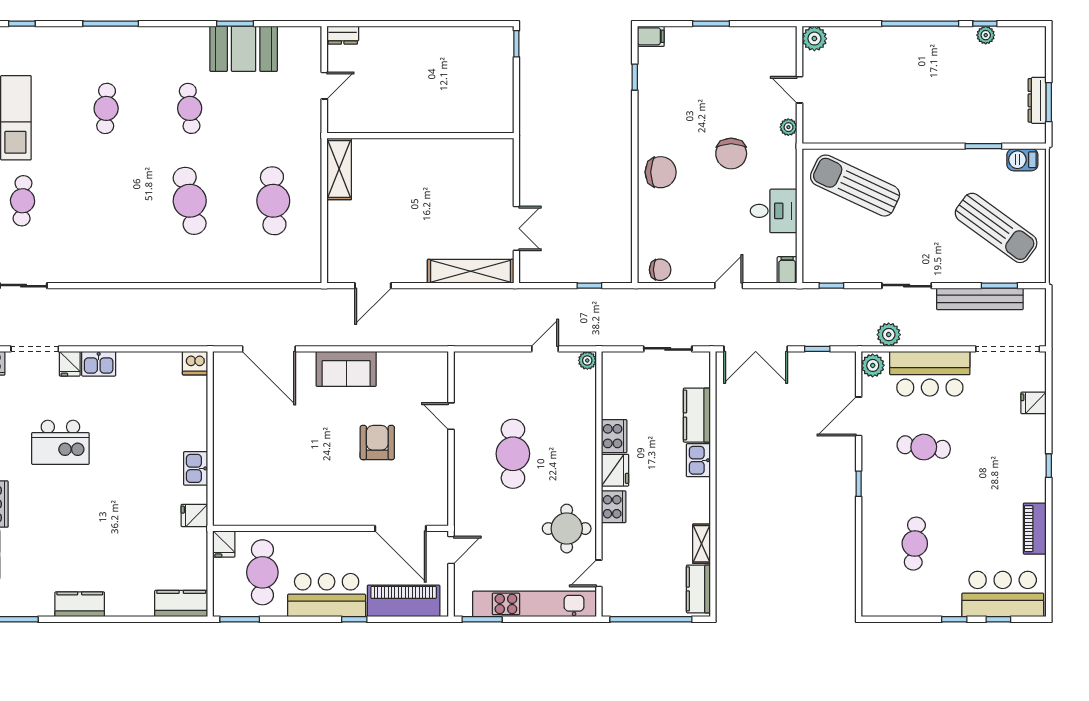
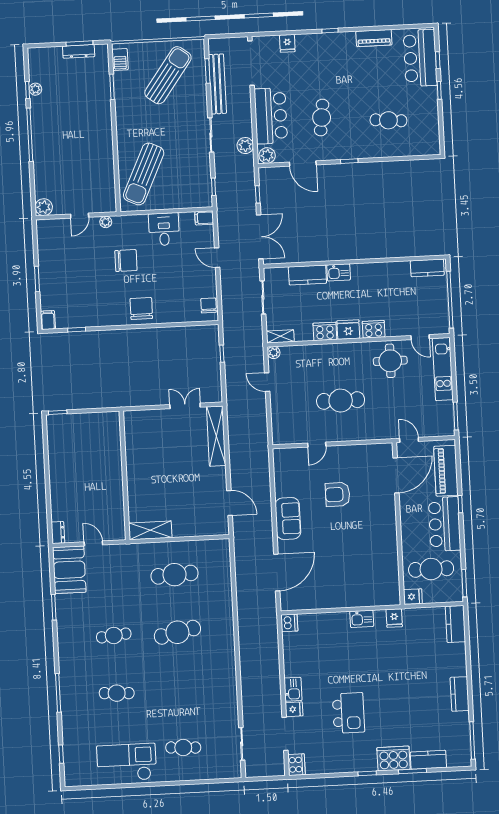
booth: (244, 49) -> (69, 570), moved
shelving: (702, 544) -> (280, 336), moved
kitchen unit: (534, 604) -> (443, 369), width x0.73

